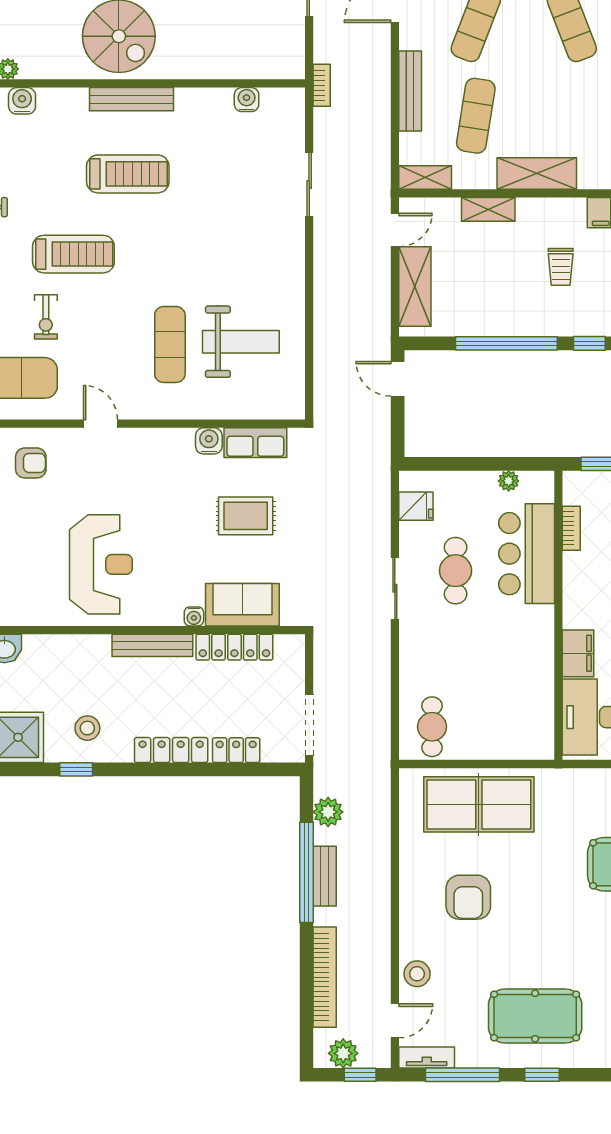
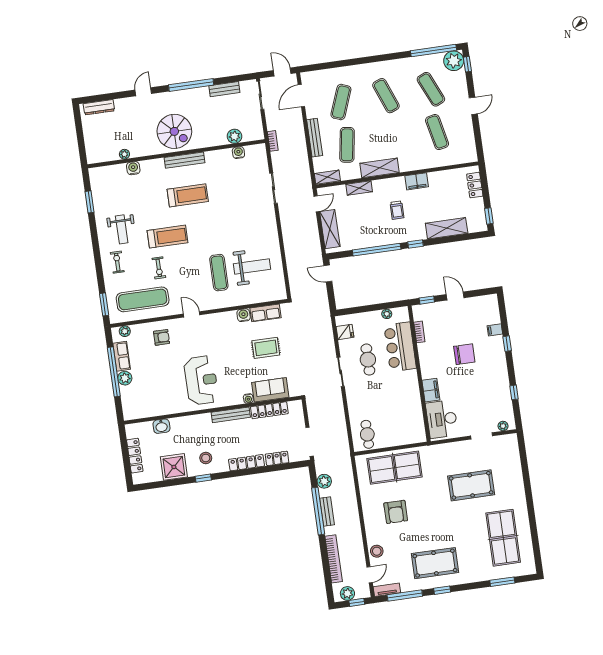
plant: (243, 64) -> (234, 136), added

